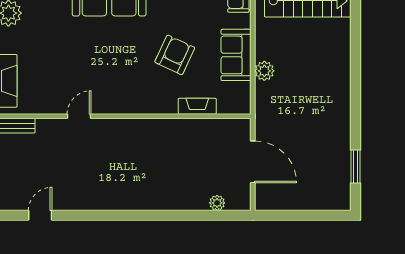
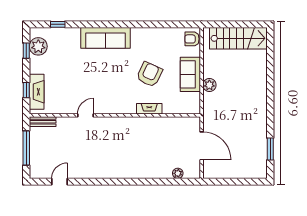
fireplace: (197, 106) -> (149, 109), moved

